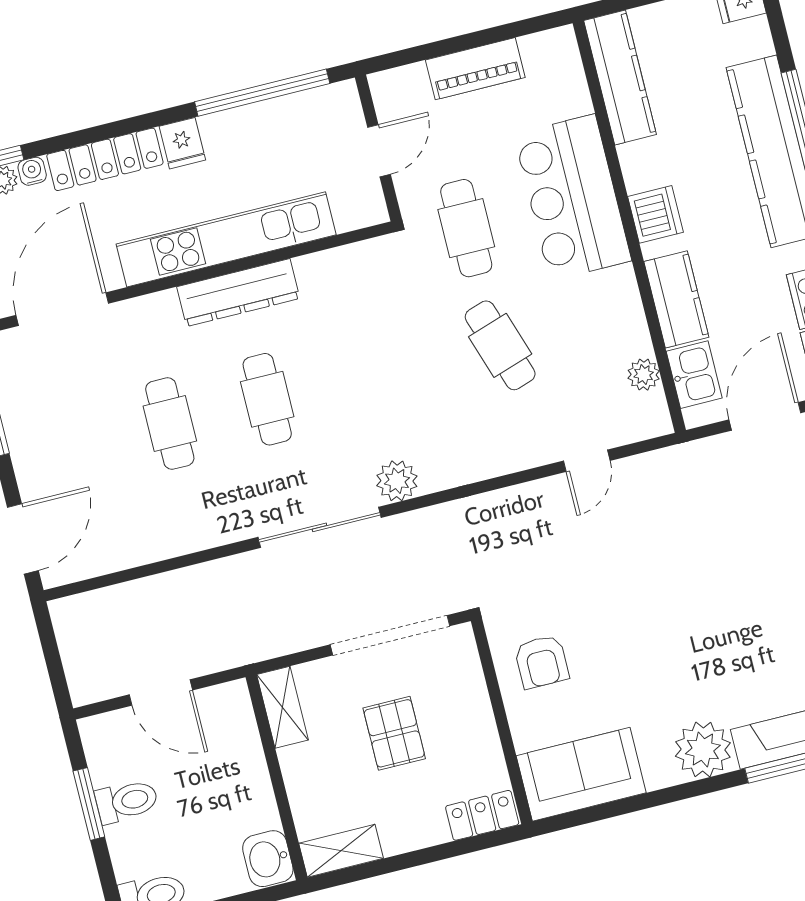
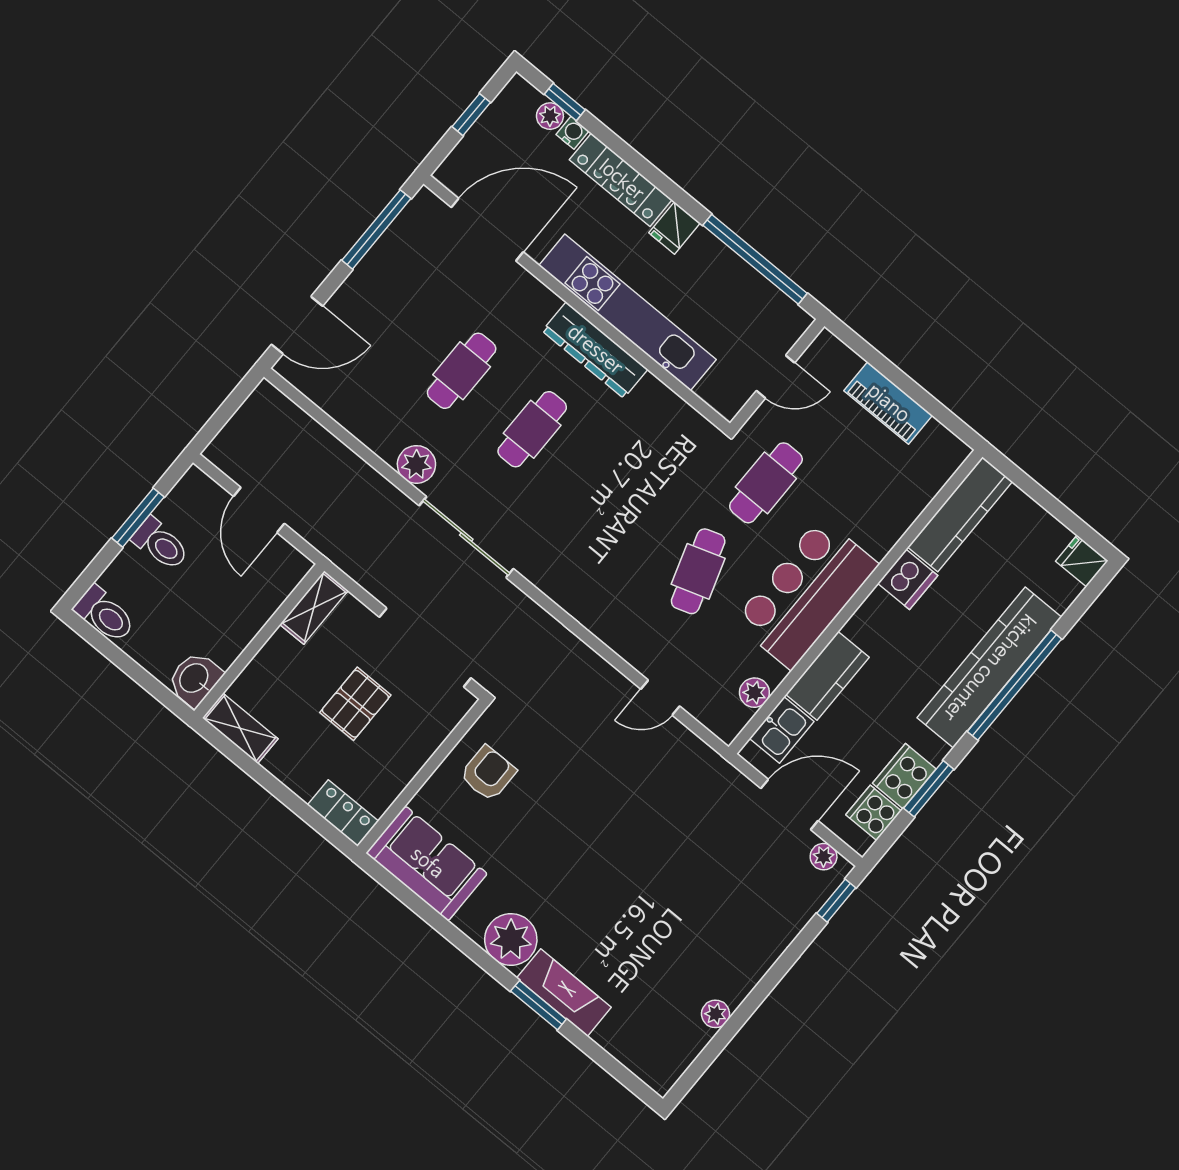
bar counter: (573, 197) -> (806, 593), moved
dishwasher: (655, 214) -> (908, 579), moved
plant: (397, 481) -> (416, 464), moved
armchair: (542, 662) -> (488, 773), turned 180

